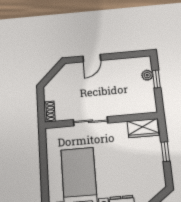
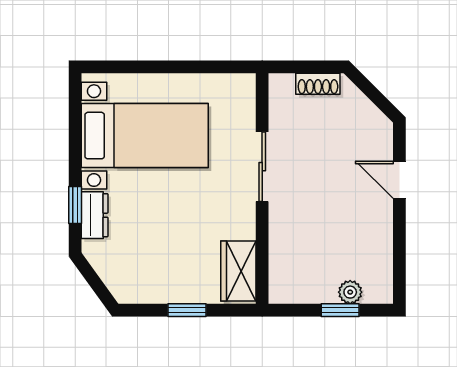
shoe rack: (49, 112) -> (318, 84), moved

